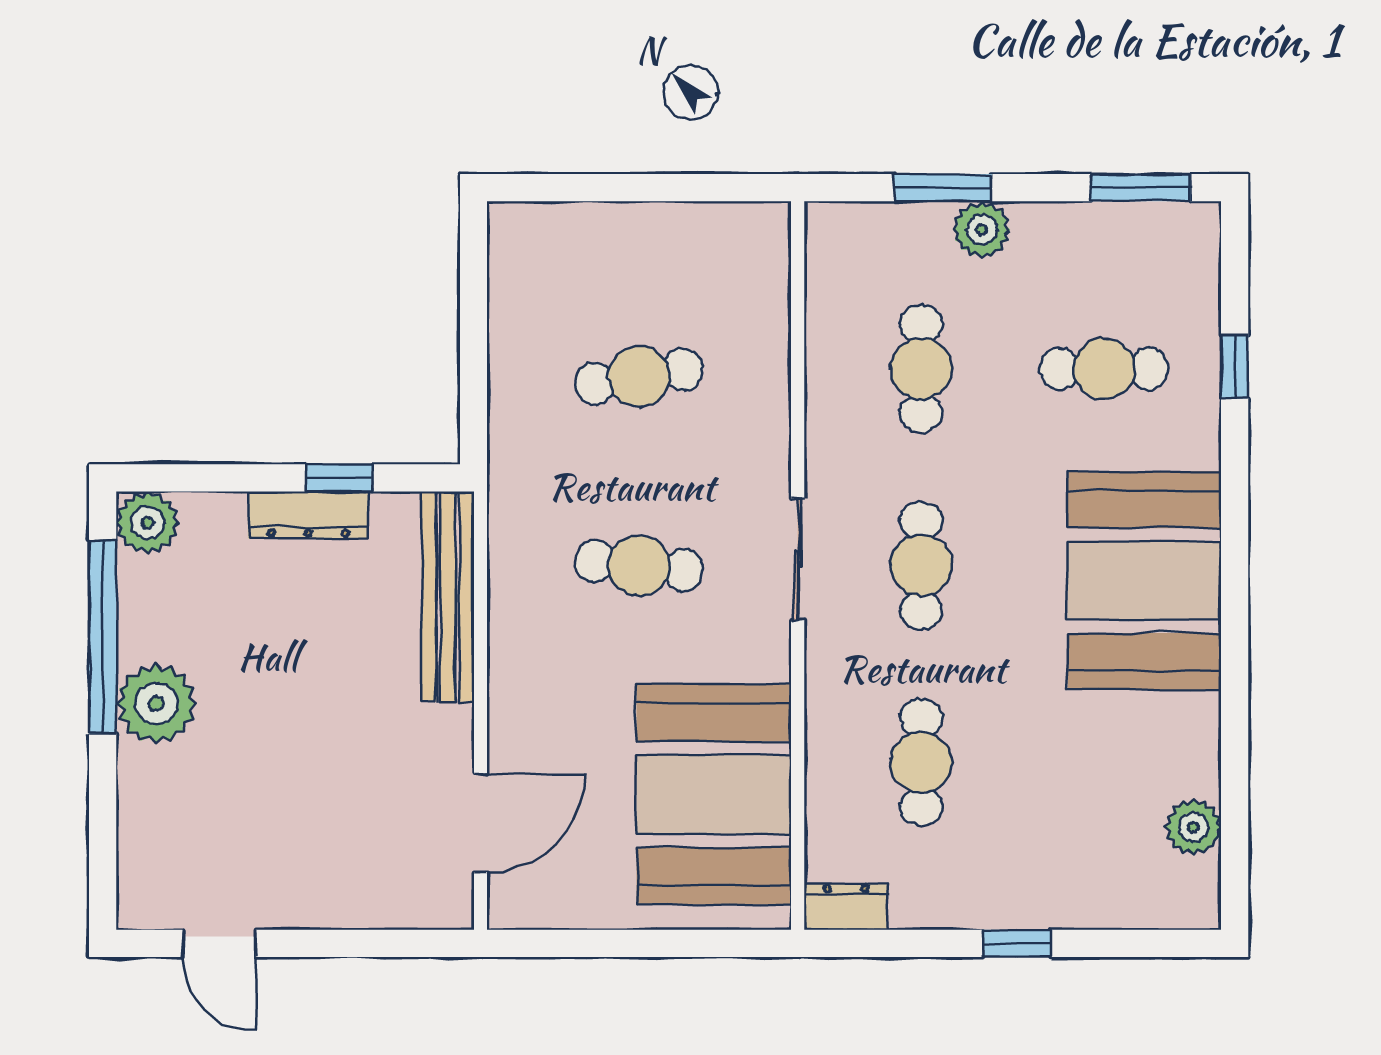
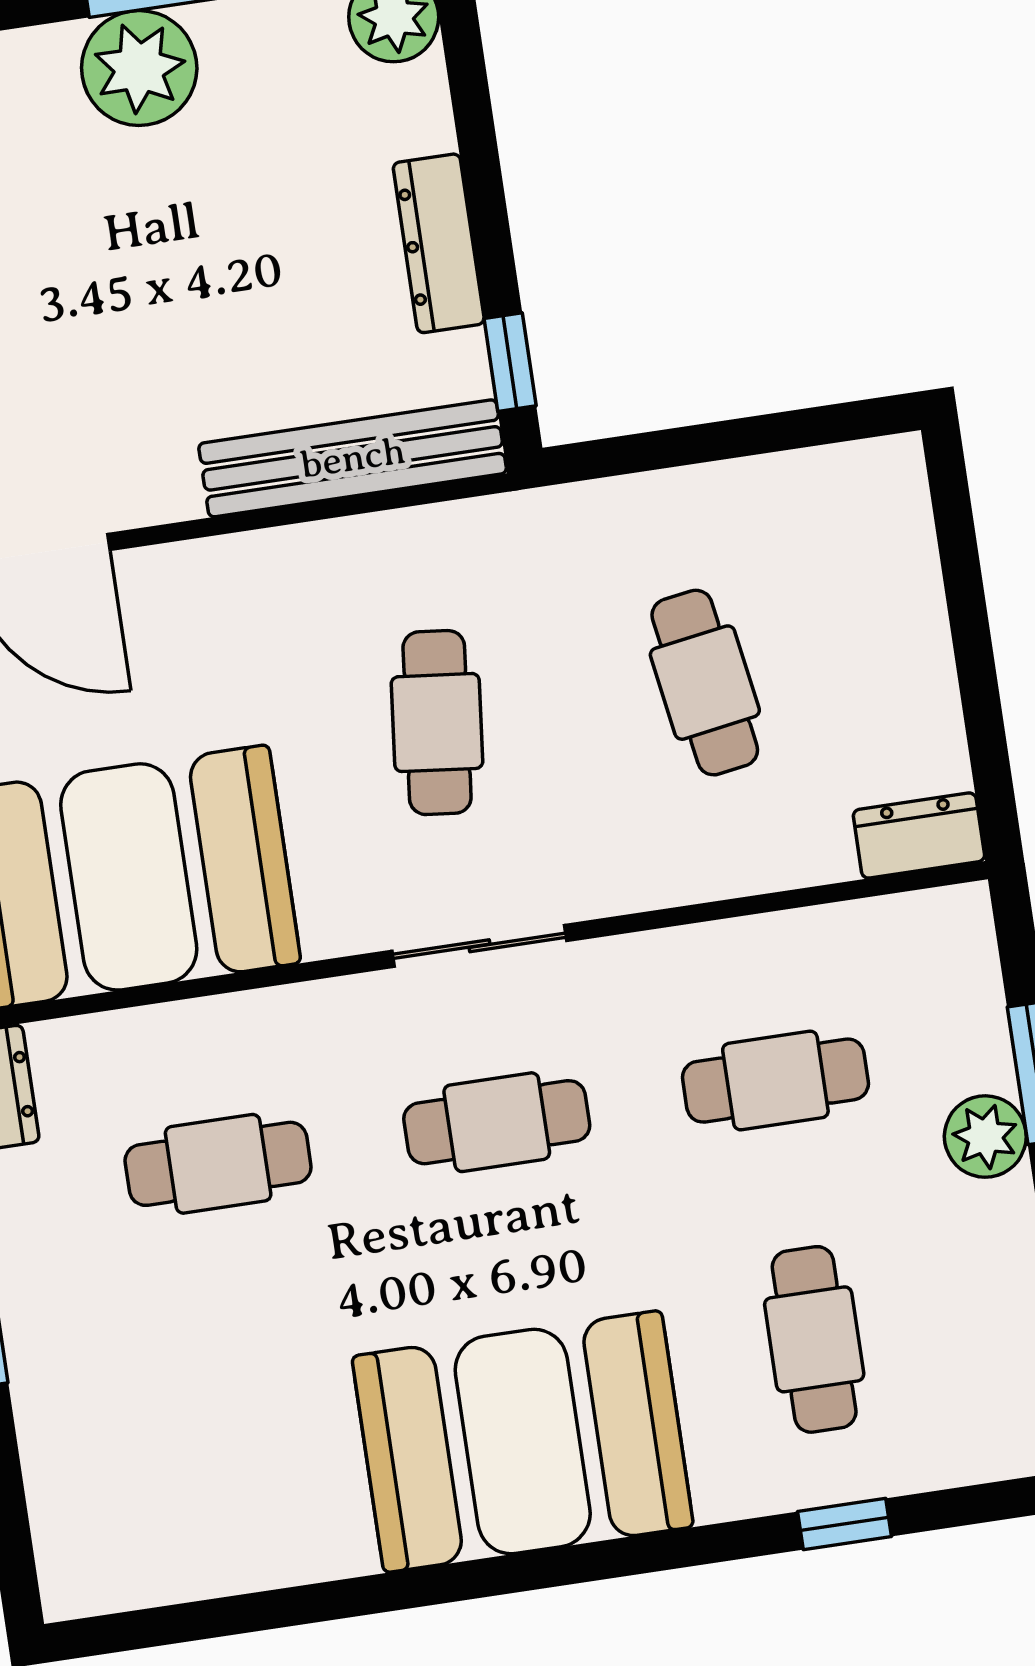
dresser: (767, 244) -> (919, 836), added
window: (339, 478) -> (510, 362), moved
plant: (1193, 827) -> (184, 1563), removed

